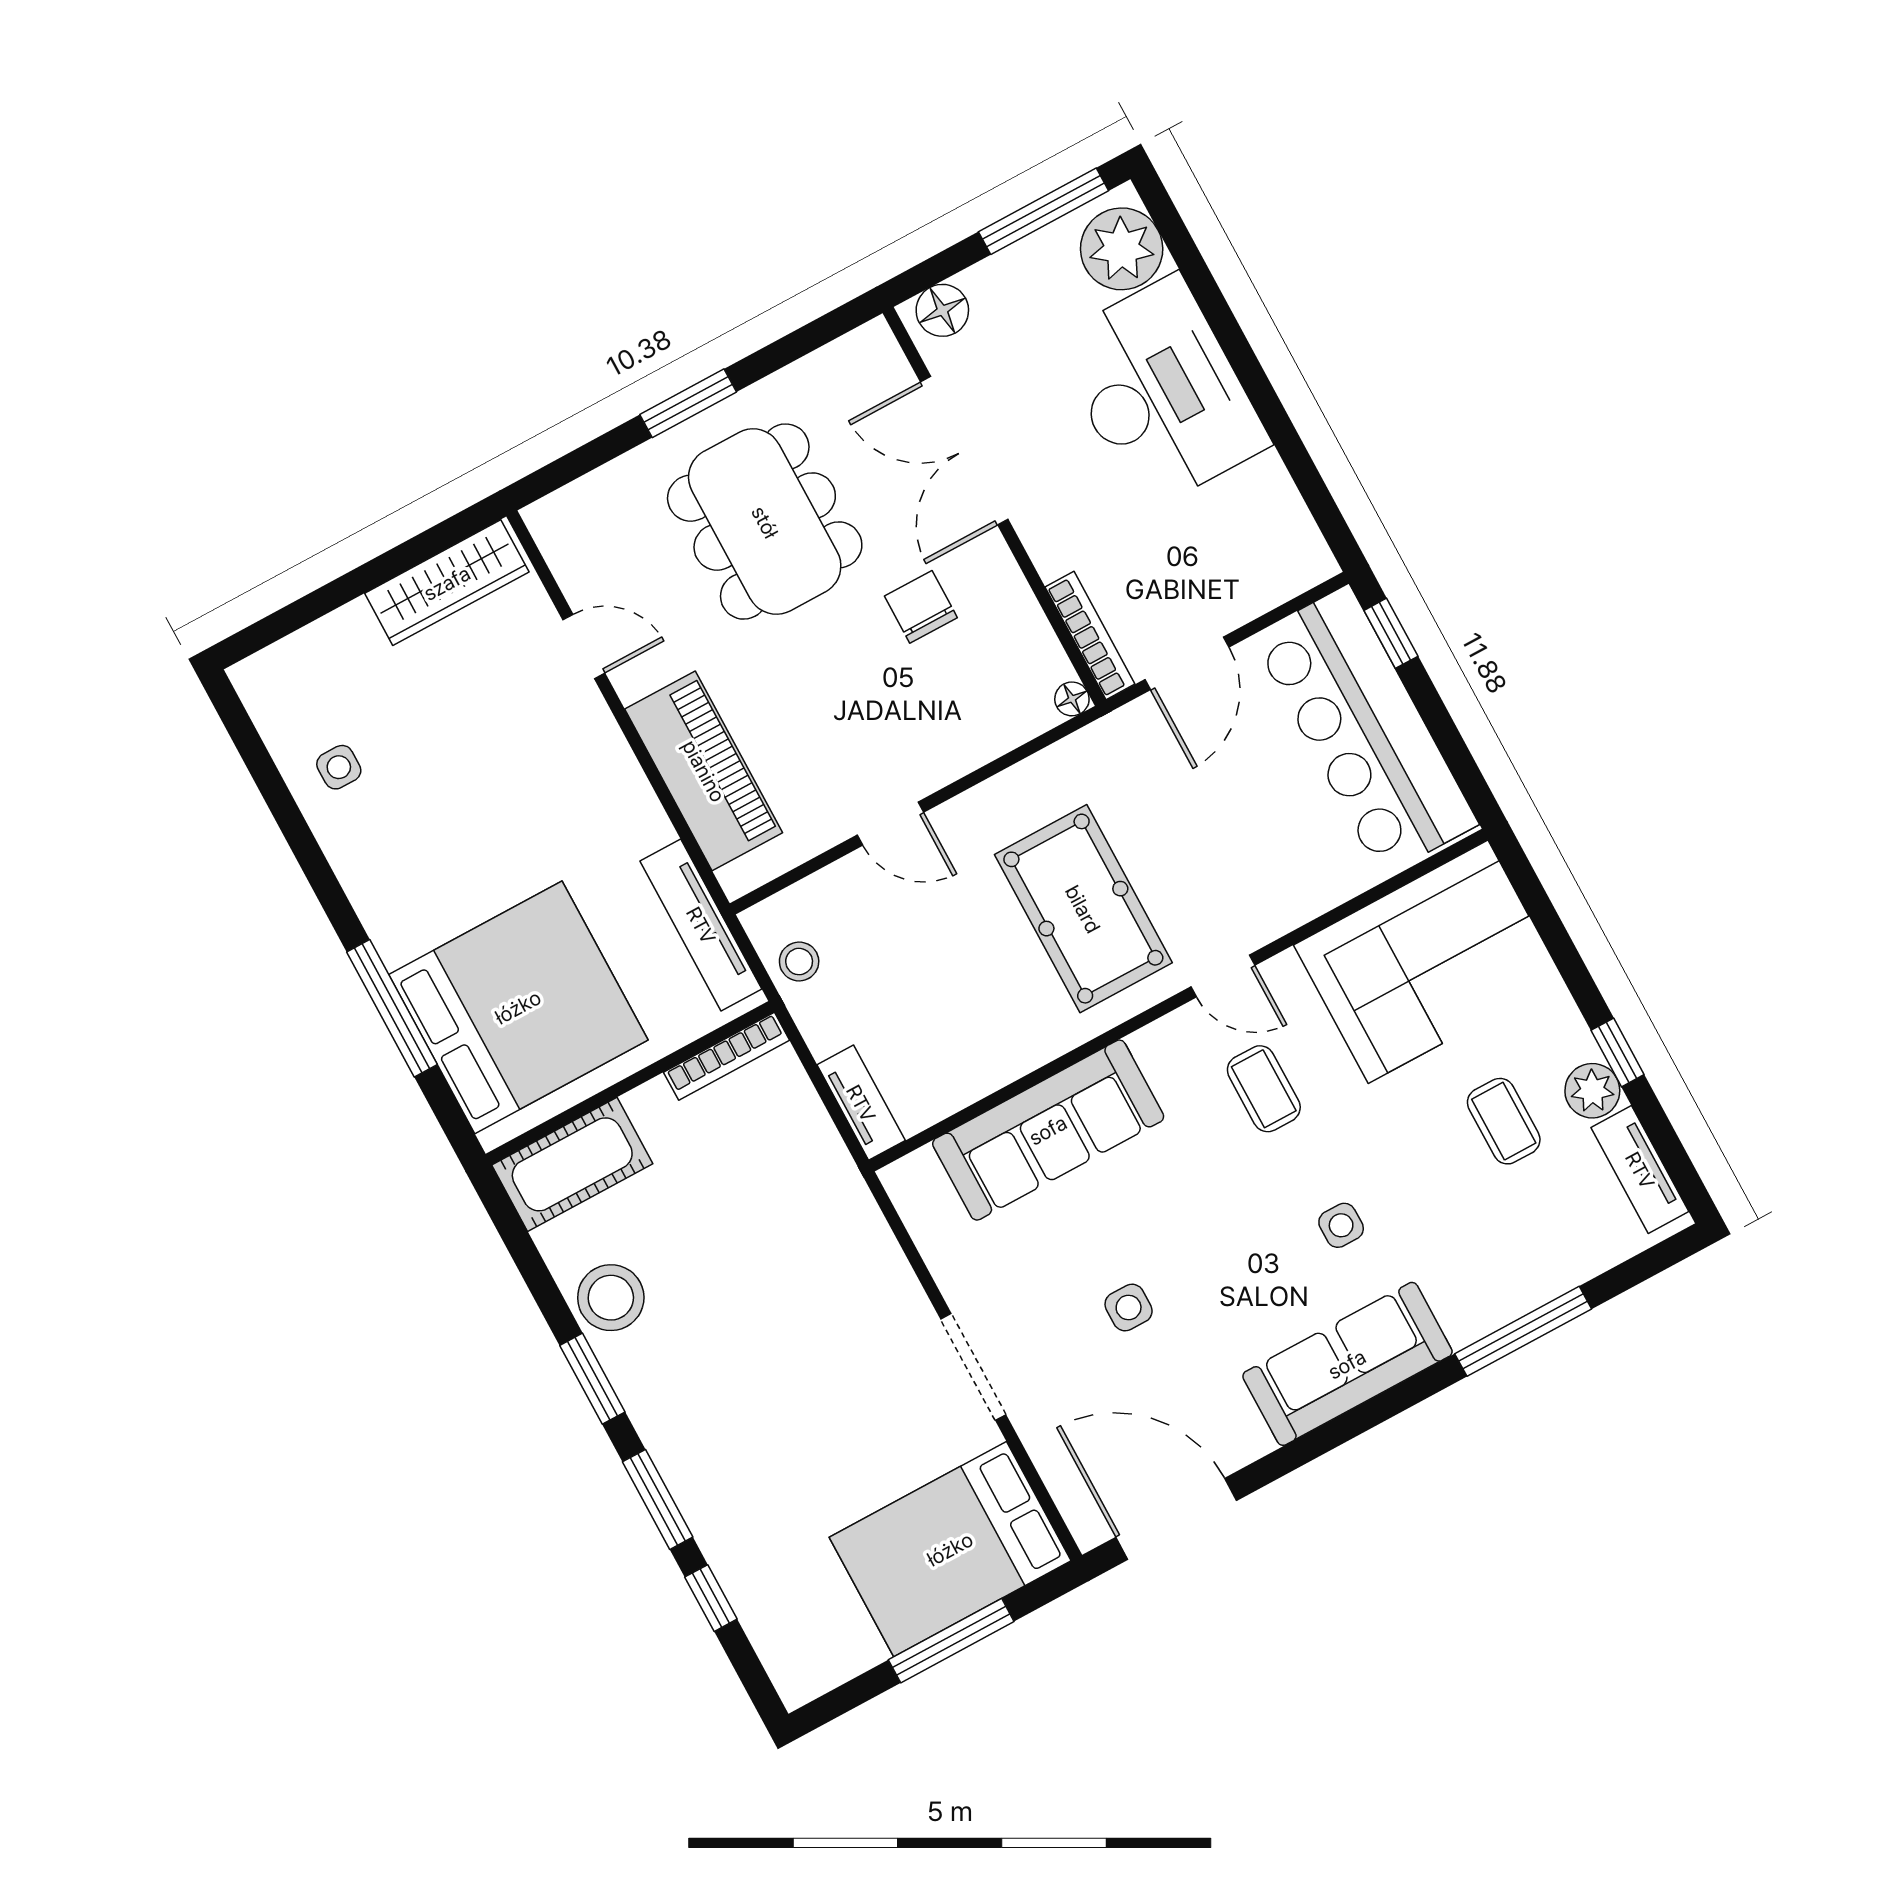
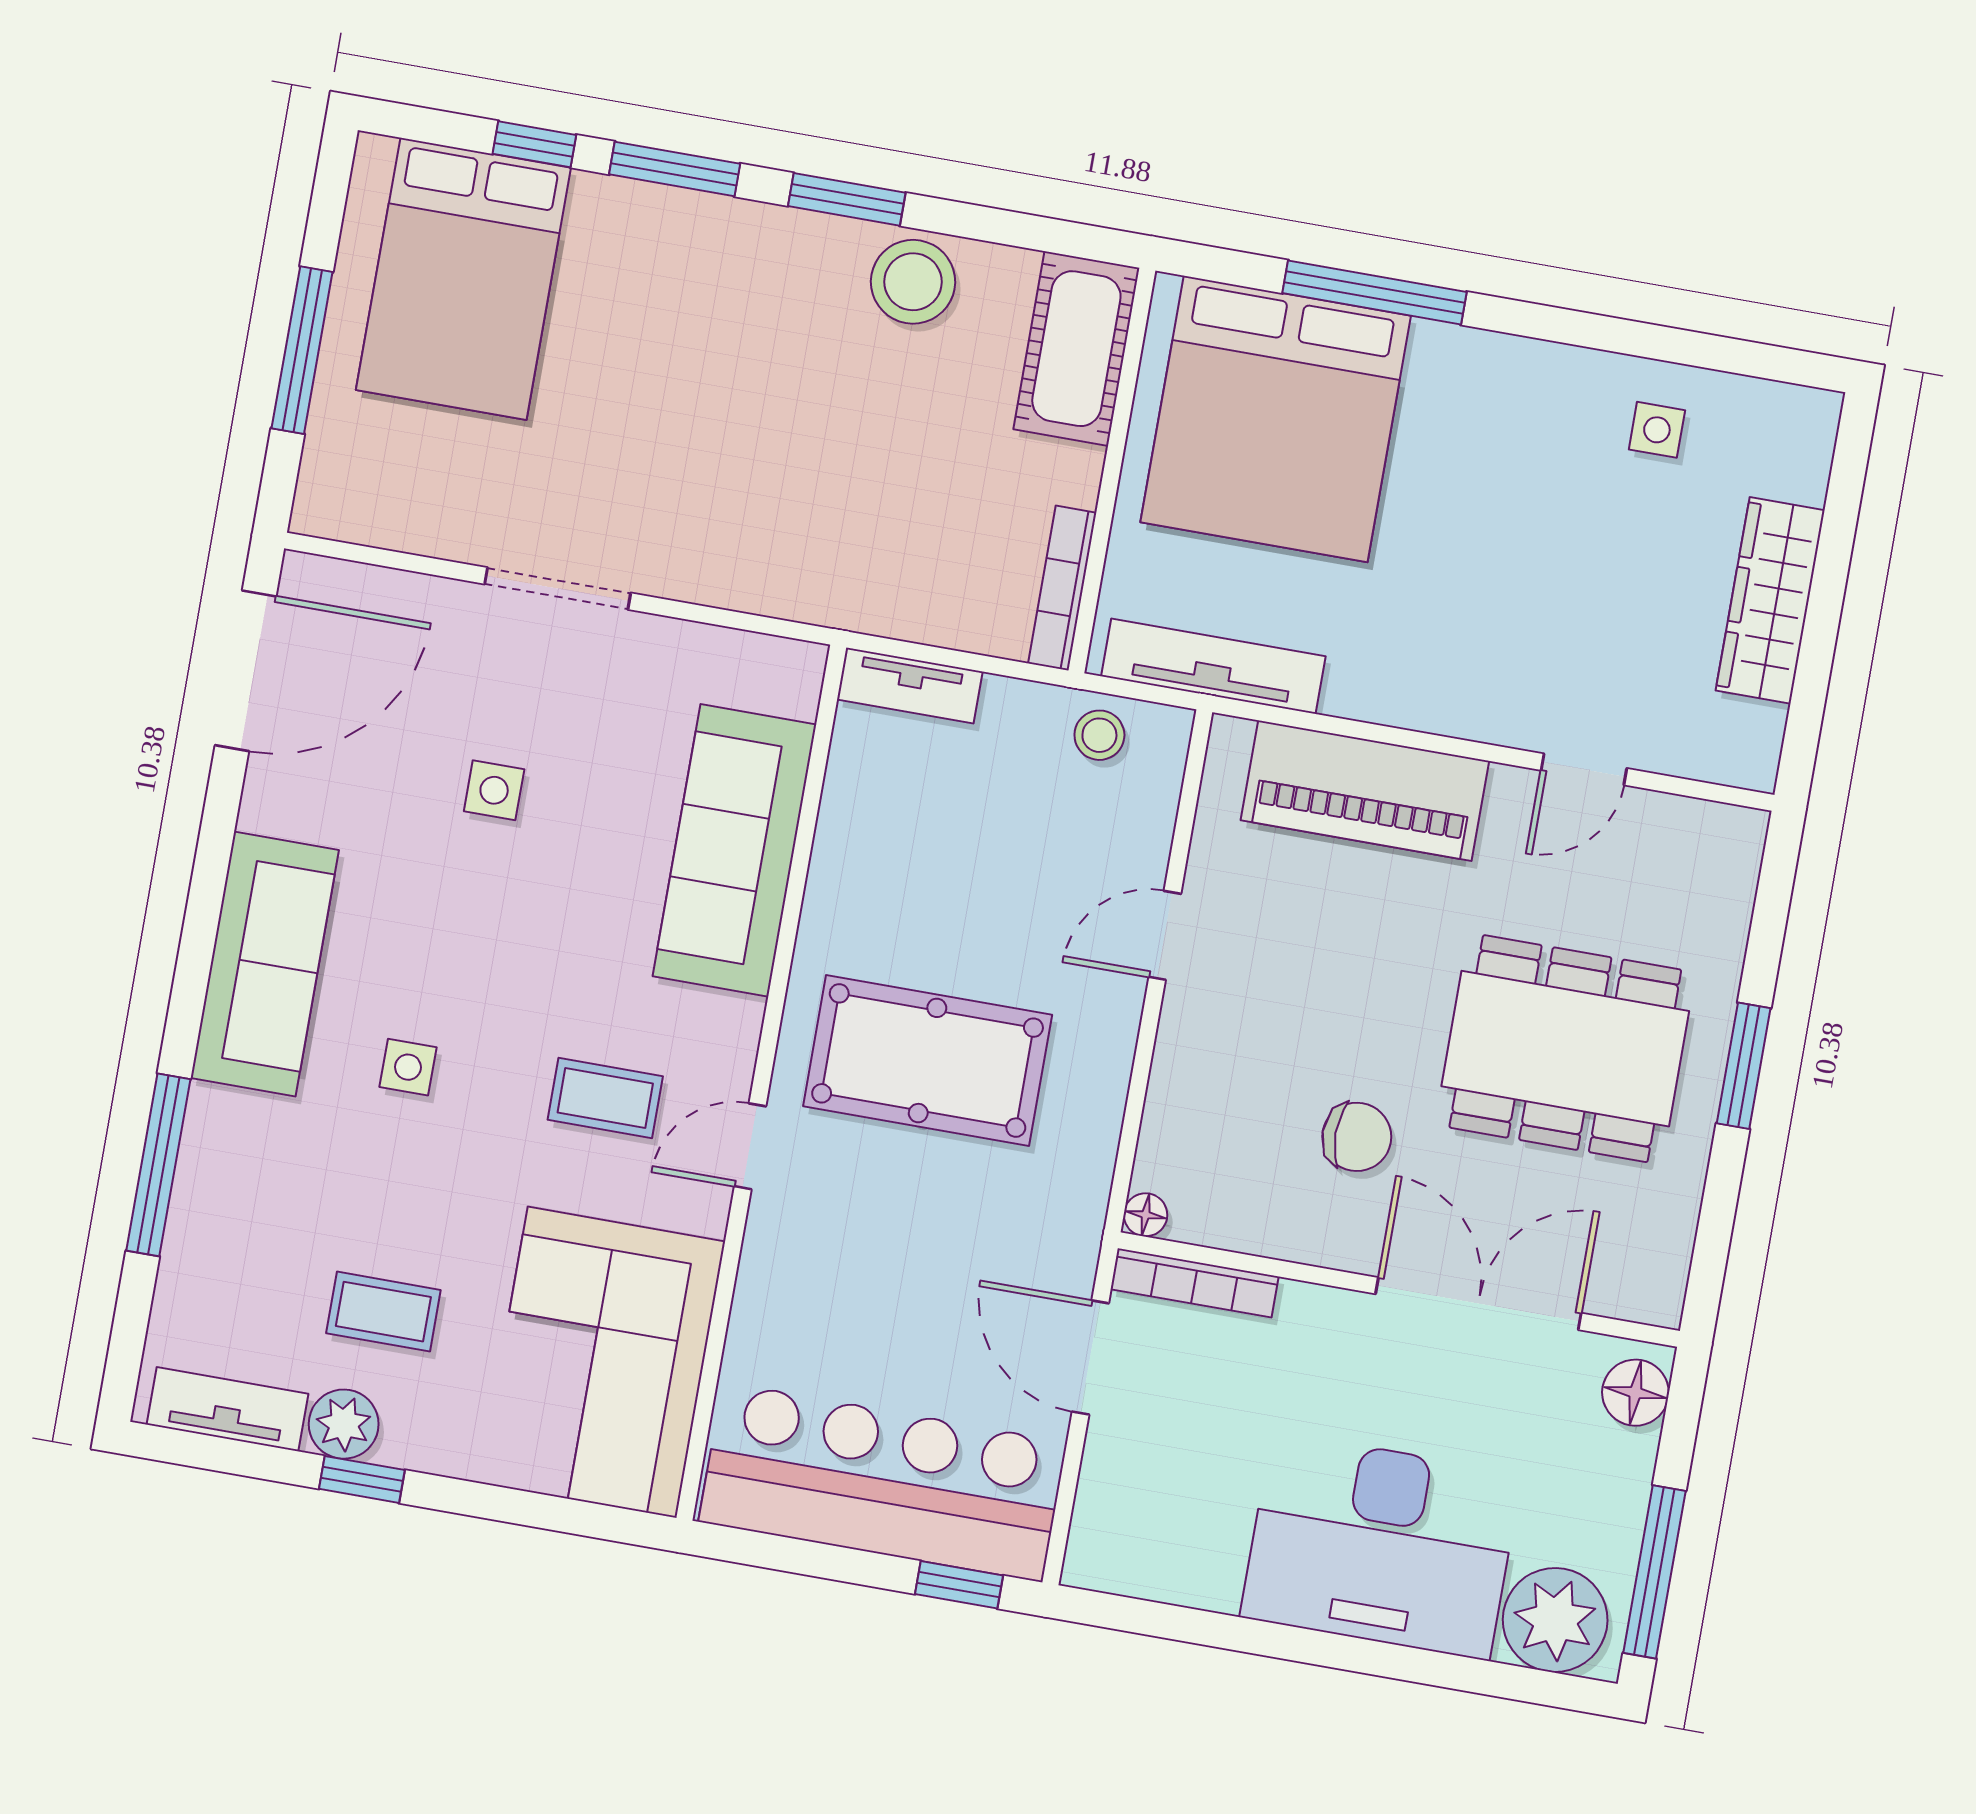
wardrobe: (447, 583) -> (1770, 600), moved
bed: (950, 1549) -> (463, 279), moved, turned 180

